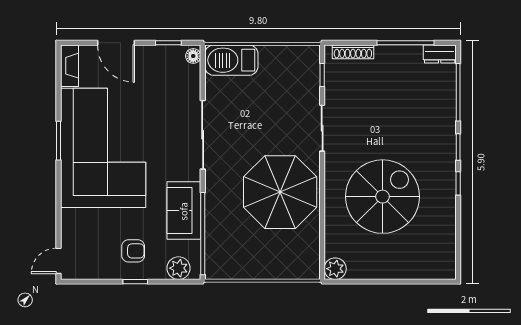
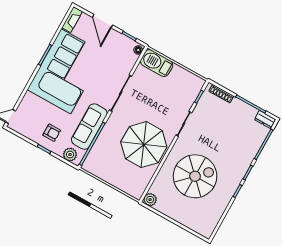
sofa: (184, 211) -> (89, 127), width x1.36

